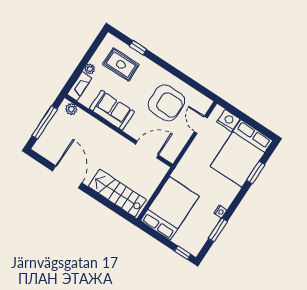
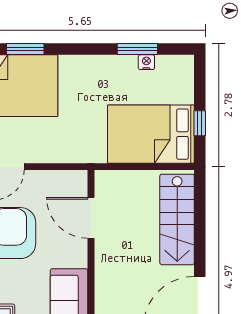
nightstand: (220, 212) -> (146, 62), moved
window: (183, 253) -> (200, 123), moved

